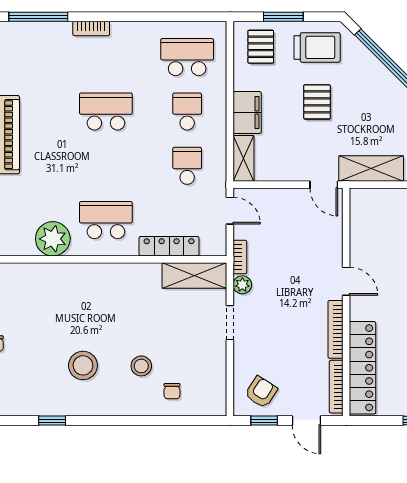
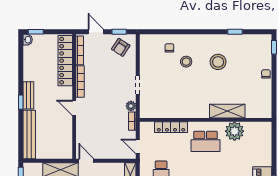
shelving: (194, 276) -> (227, 111), moved

